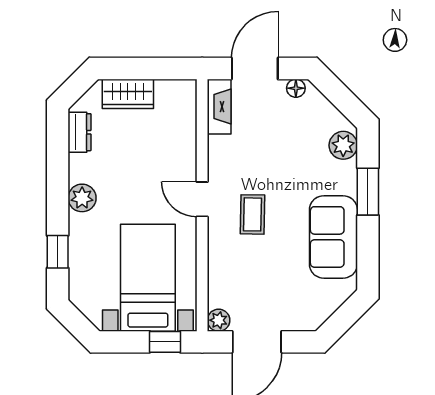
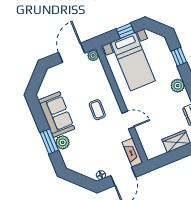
plant: (343, 145) -> (63, 142), moved
door: (202, 199) -> (128, 120), moved
window: (165, 342) -> (125, 31), moved

